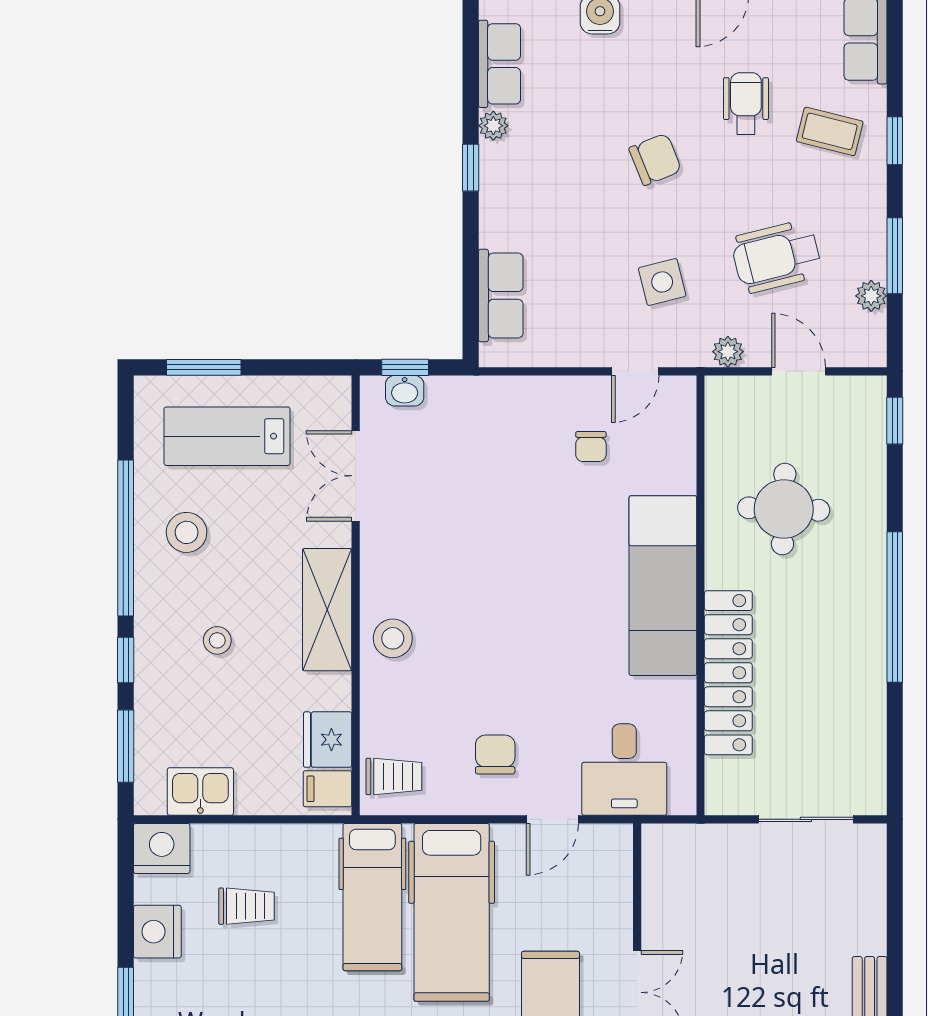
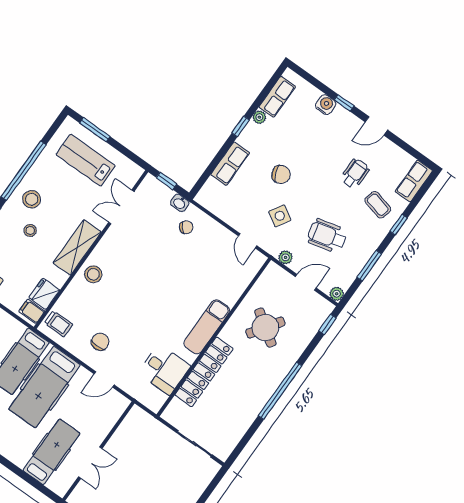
chair: (655, 159) -> (281, 174), moved
side table: (662, 282) -> (280, 216), turned 45
row of seats: (501, 295) -> (230, 164), moved
plant: (871, 296) -> (337, 294), moved
door: (635, 371) -> (248, 241), hinge flipped
door: (799, 371) -> (306, 282), hinge flipped
washbasin: (405, 391) -> (180, 203), moved
chair: (591, 447) -> (186, 227), moved, turned -133
round table: (784, 509) -> (265, 328), turned 32
stool: (187, 532) -> (32, 199), moved
exam couch: (663, 586) -> (207, 327), width x0.73, depth x0.69
desk: (624, 770) -> (164, 369), moved, turned -90

